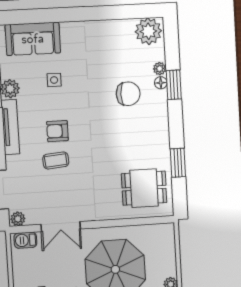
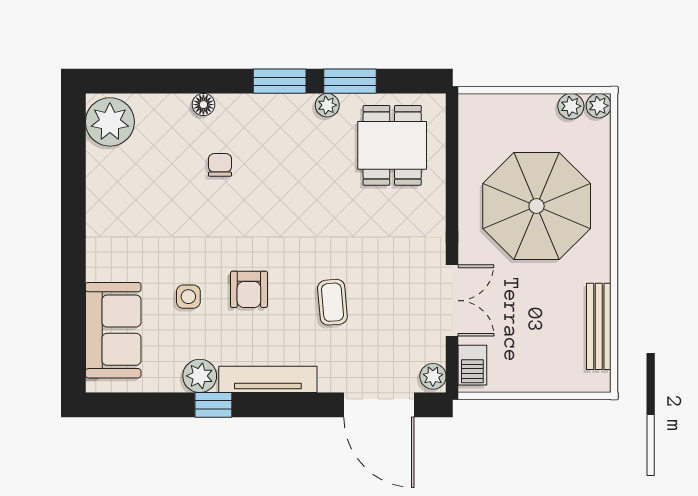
plant: (160, 69) -> (327, 105), moved
window: (174, 85) -> (280, 81), moved
chair: (128, 94) -> (220, 165), width x0.54, depth x0.54
armchair: (57, 131) -> (249, 289), moved

